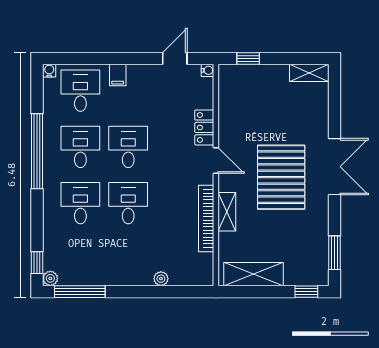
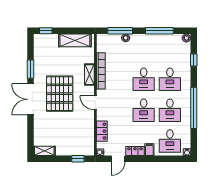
locker: (144, 73) -> (135, 151), added
locker: (204, 127) -> (102, 131), moved
window: (334, 253) -> (30, 69), moved
window: (37, 263) -> (194, 60), moved
window: (80, 292) -> (159, 31), moved
window: (171, 292) -> (120, 31), added

